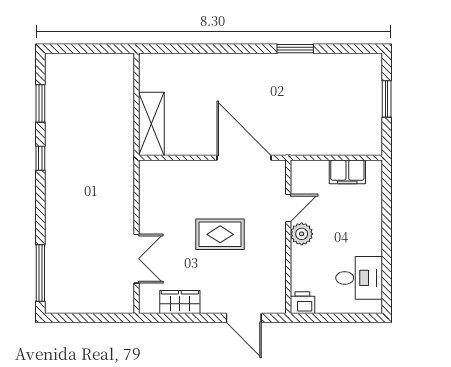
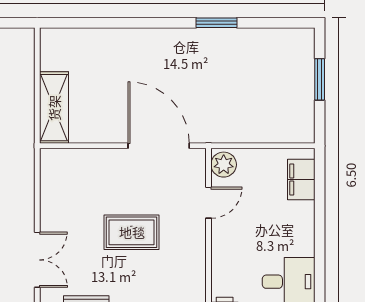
filing cabinet: (347, 172) -> (301, 179), moved, turned 90
plant: (302, 234) -> (224, 165), moved

